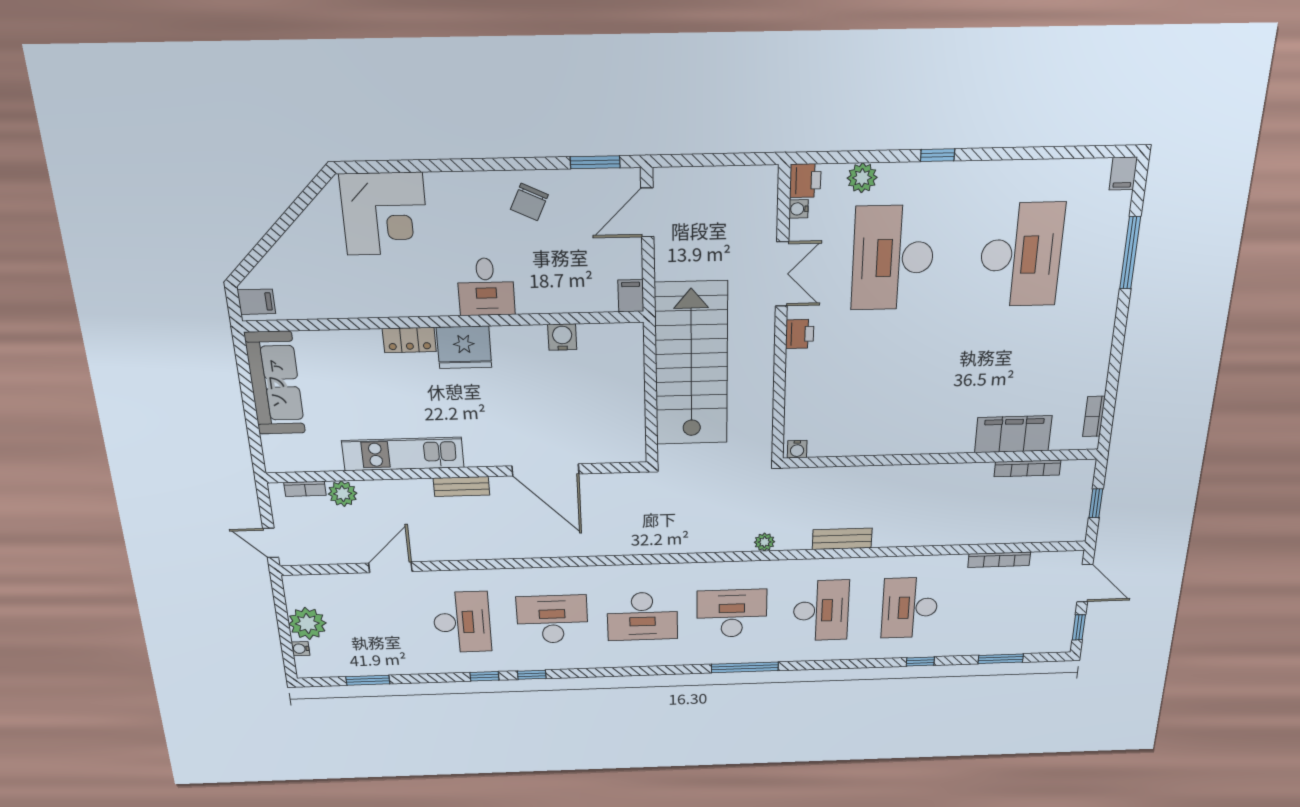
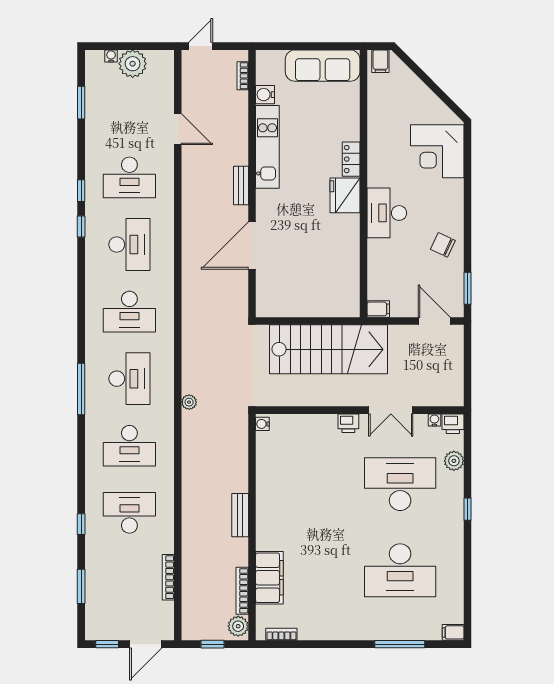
desk: (486, 287) -> (387, 213), width x1.37
water cooler: (562, 337) -> (265, 95), moved, turned 180
plant: (343, 494) -> (238, 626), moved
bench: (842, 539) -> (240, 515), moved
desk: (642, 616) -> (129, 312), turned -90

